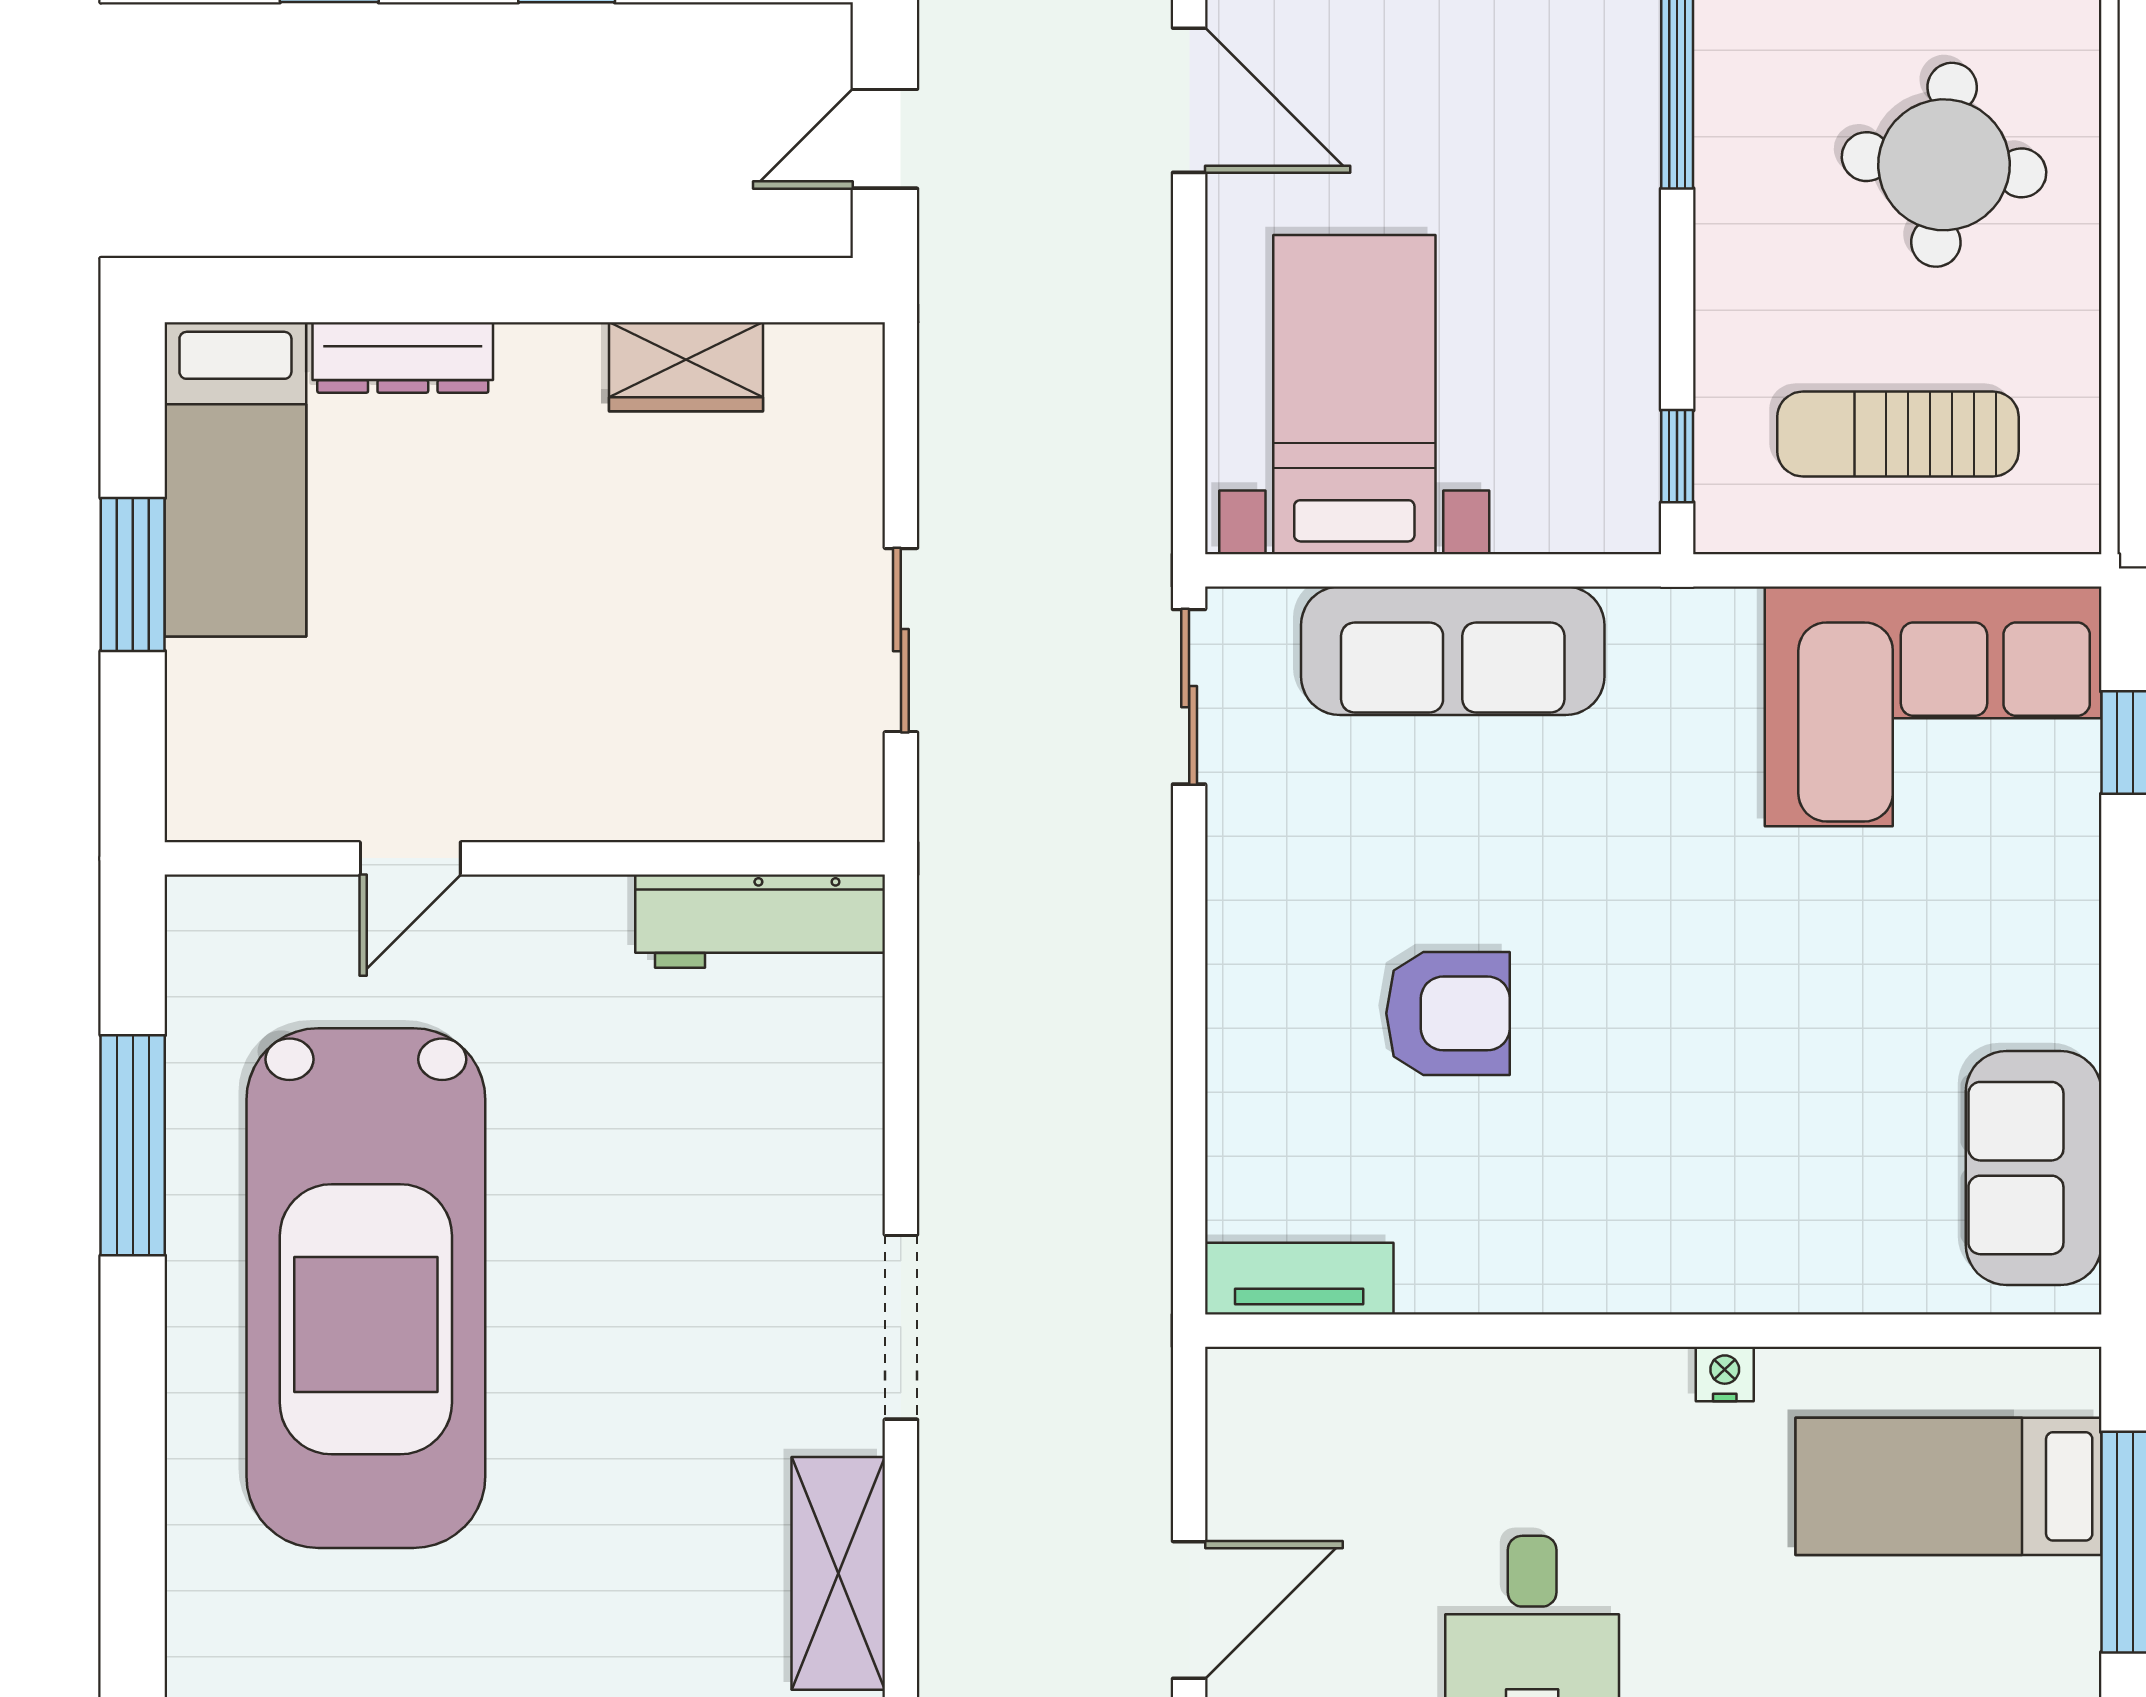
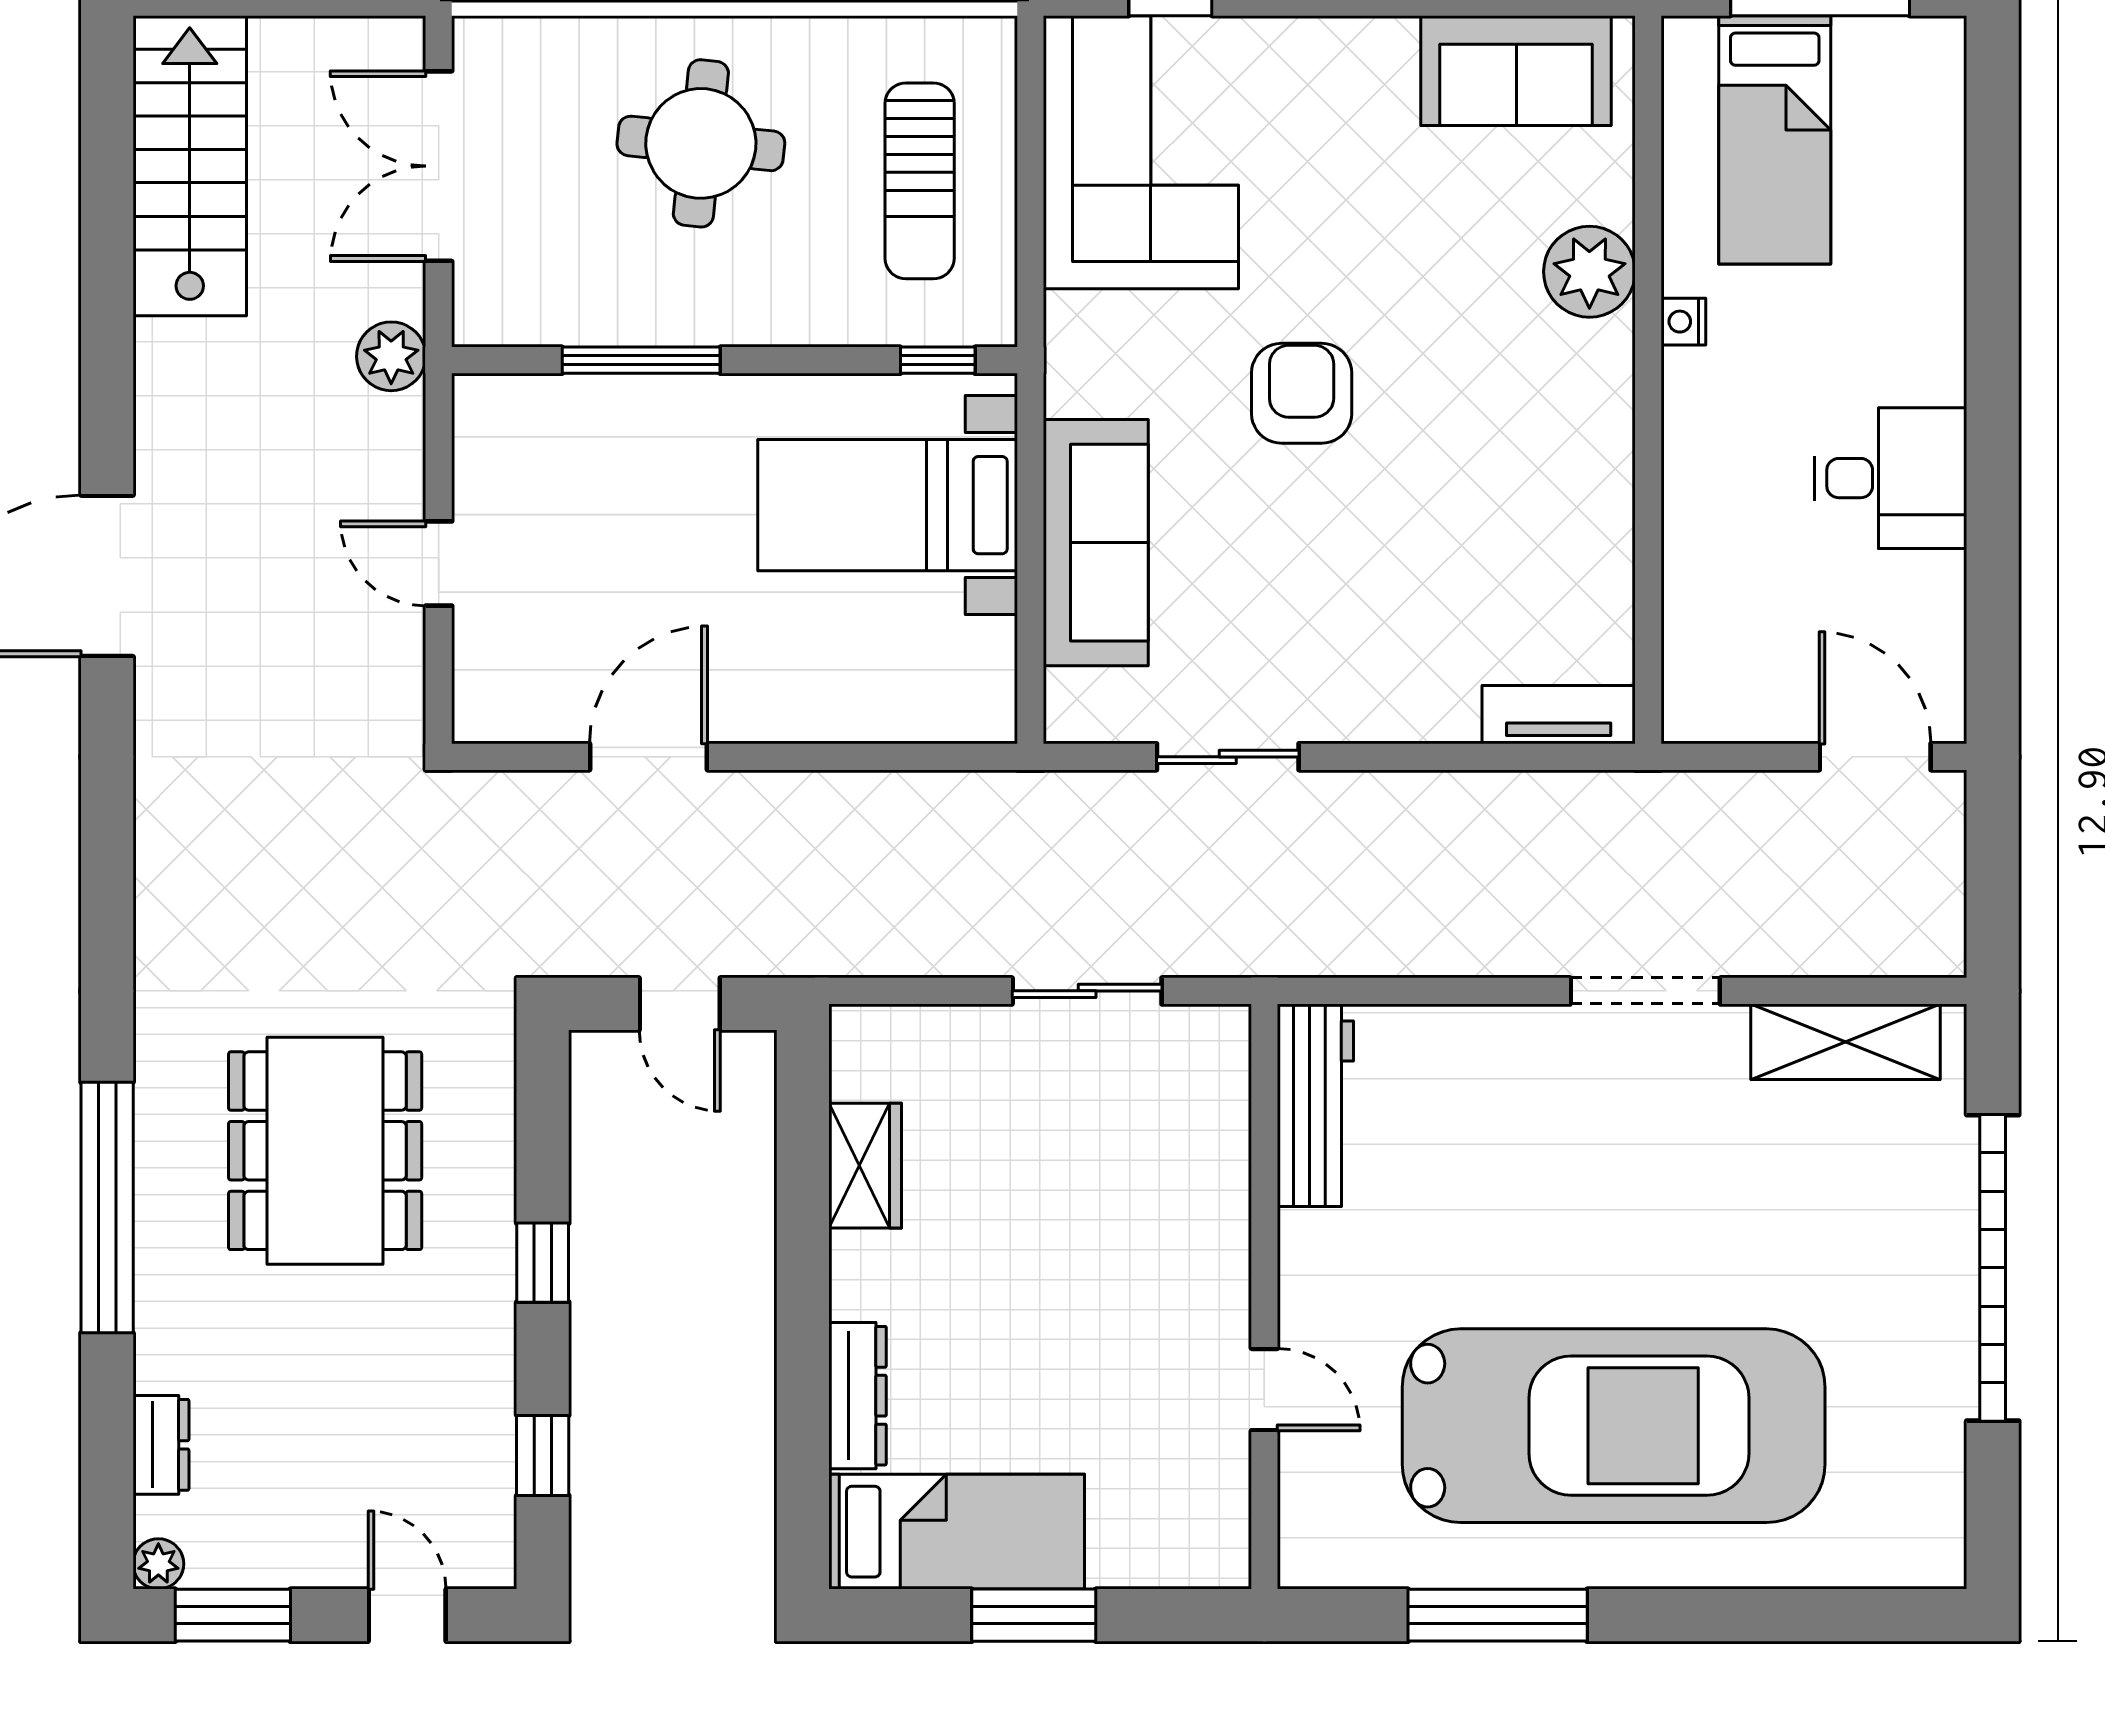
bed with nightstands: (1354, 395) -> (888, 505), moved
sliding door: (1189, 697) -> (1228, 757), moved
armchair: (1448, 1013) -> (1302, 393), moved
plant: (1786, 1258) -> (1589, 272), added
tv unit: (1299, 1279) -> (1559, 715), moved, turned 90

